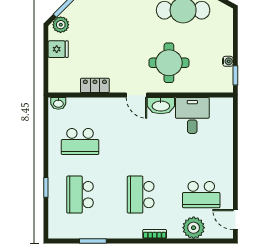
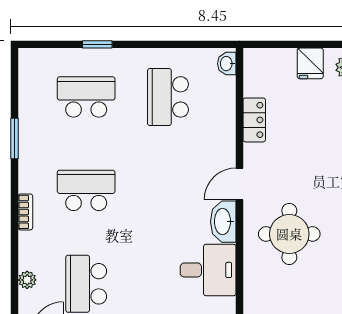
plant: (194, 228) -> (27, 280), width x0.53, depth x0.53
window: (93, 241) -> (15, 139), moved

